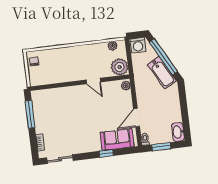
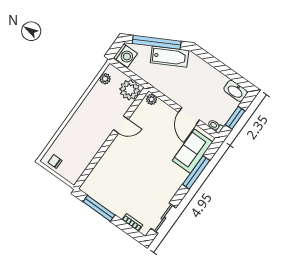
window: (106, 153) -> (196, 172), width x2.17

